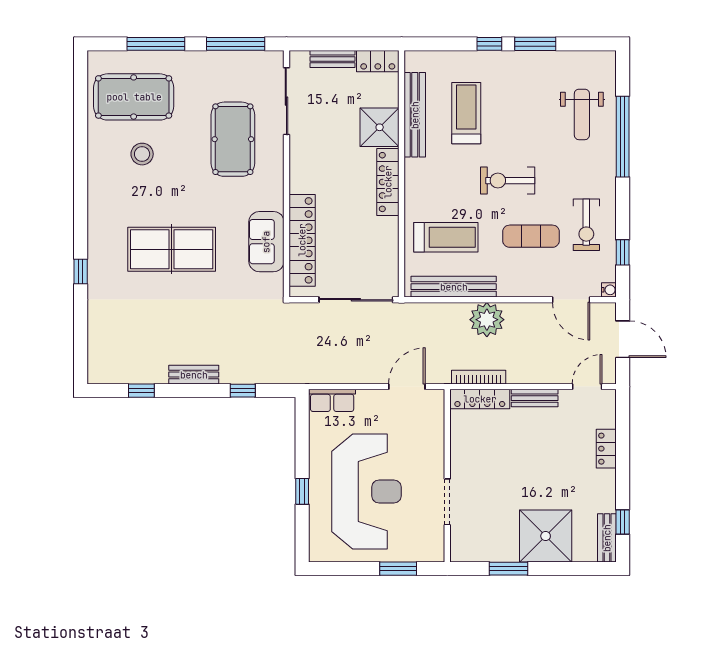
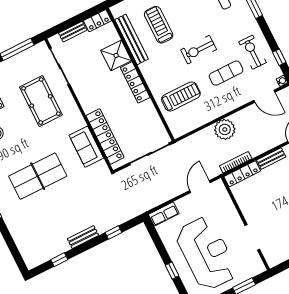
exercise bike: (586, 225) -> (252, 52), turned 180
bench: (454, 287) -> (198, 121), removed

